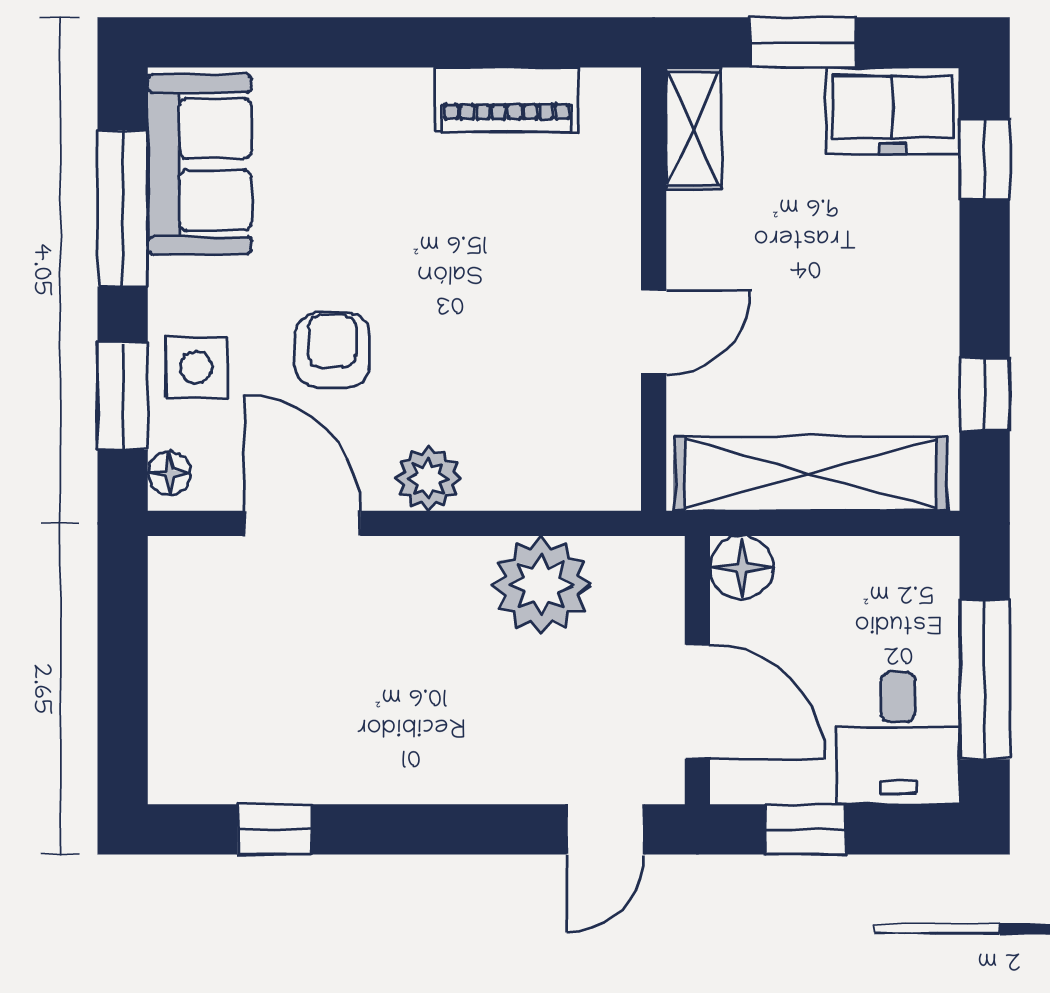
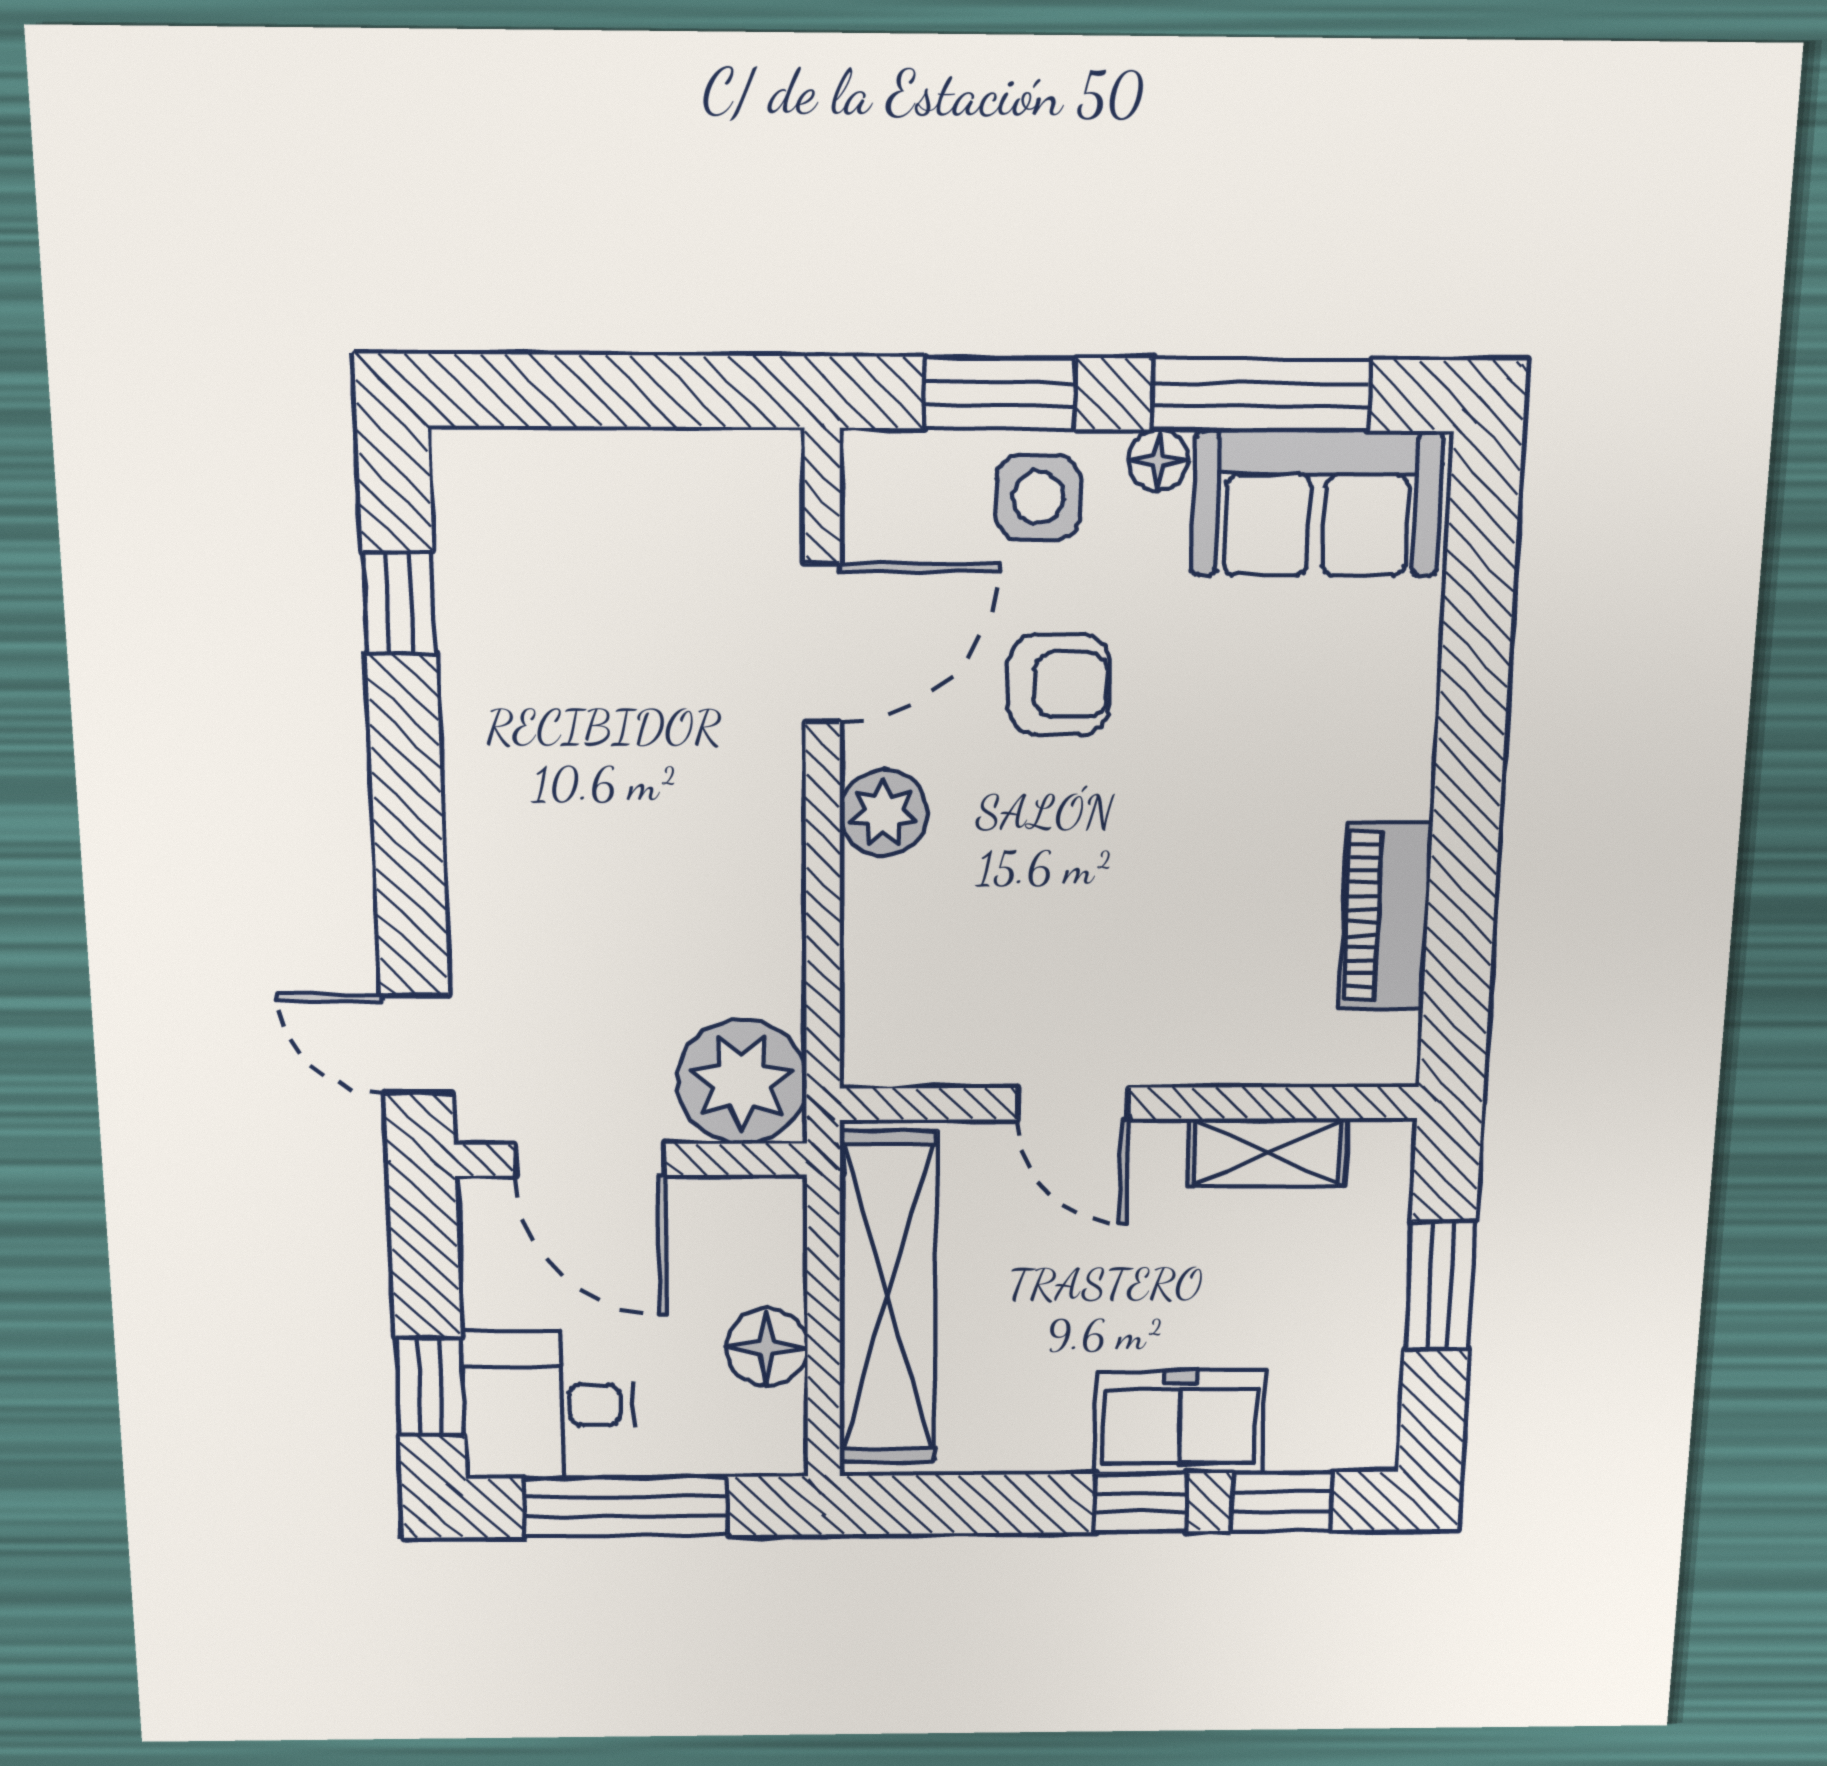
freezer: (893, 111) -> (1180, 1422), moved, turned 90
shelving: (694, 128) -> (1268, 1153), moved
window: (985, 394) -> (1141, 1503), moved
floor lamp: (169, 473) -> (1158, 460), moved
floor lamp: (742, 568) -> (767, 1347), moved
plant: (541, 585) -> (742, 1082), moved
door: (697, 702) -> (589, 1160), hinge flipped
window: (806, 829) -> (430, 1386), moved

